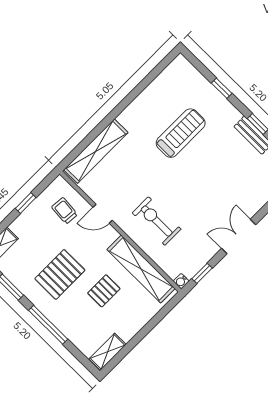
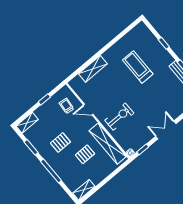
treadmill: (181, 133) -> (138, 67), turned -90
shelving: (96, 151) -> (93, 69), width x0.68
exercise bike: (157, 221) -> (119, 117), turned 90
pallet: (60, 274) -> (60, 142), width x0.67, depth x0.71

